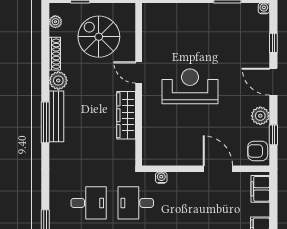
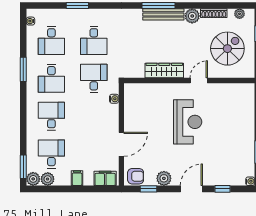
armchair: (258, 151) -> (136, 176), turned 90

